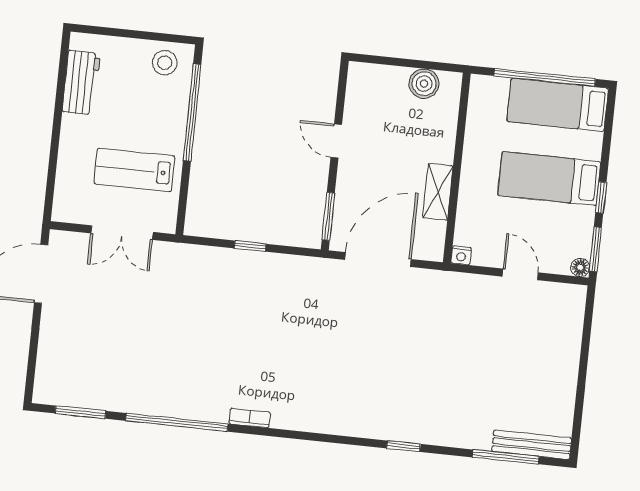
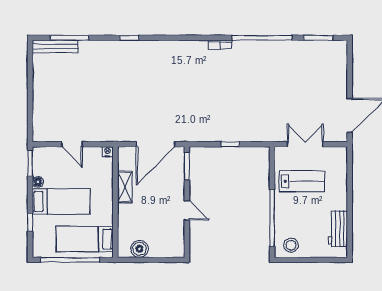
bed: (558, 105) -> (85, 239), moved, turned 180
window: (601, 198) -> (30, 222), moved
floor lamp: (580, 267) -> (38, 182), moved

